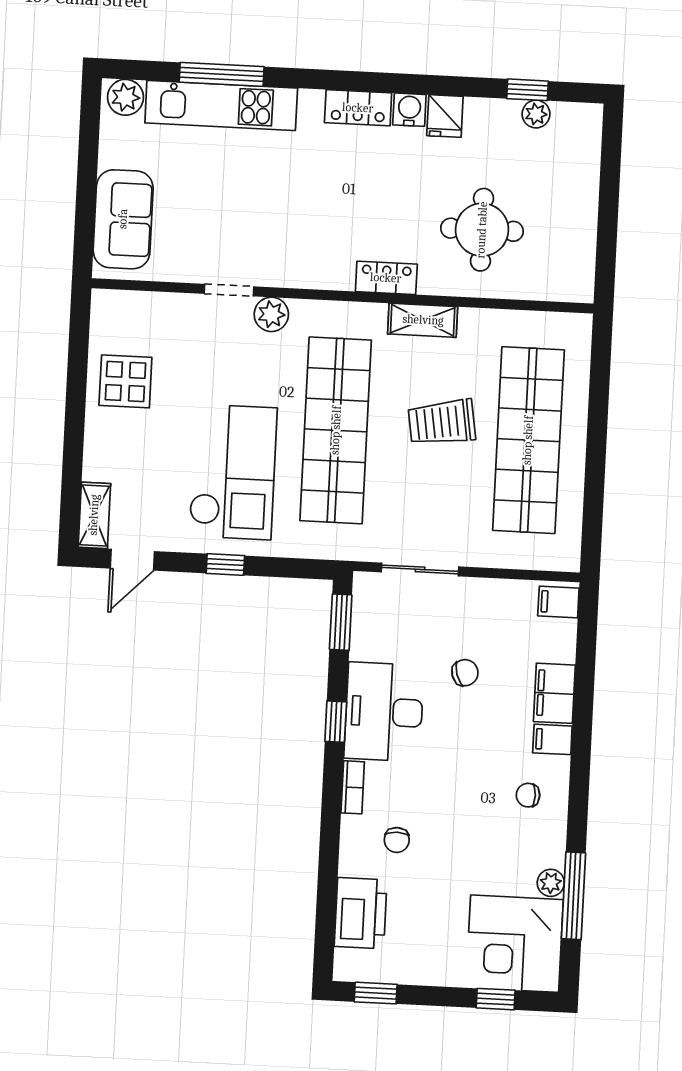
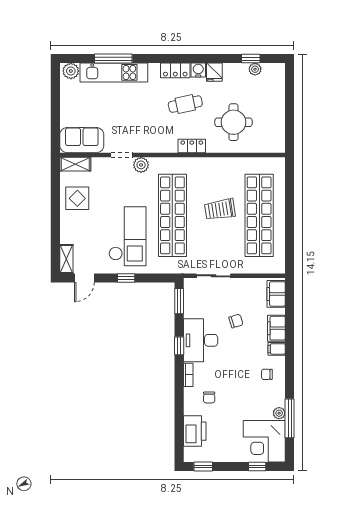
cafe table: (377, 184) -> (185, 104), added
sofa: (123, 219) -> (82, 140), moved, turned -90
shelving: (423, 320) -> (75, 164), moved
filing cabinet: (558, 602) -> (276, 294), width x2.00

